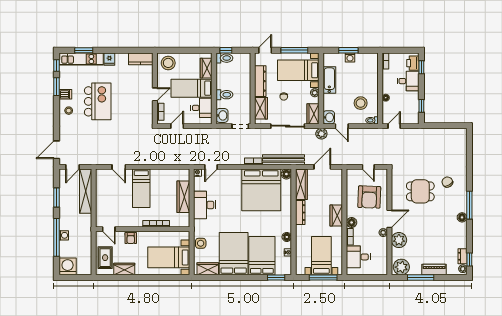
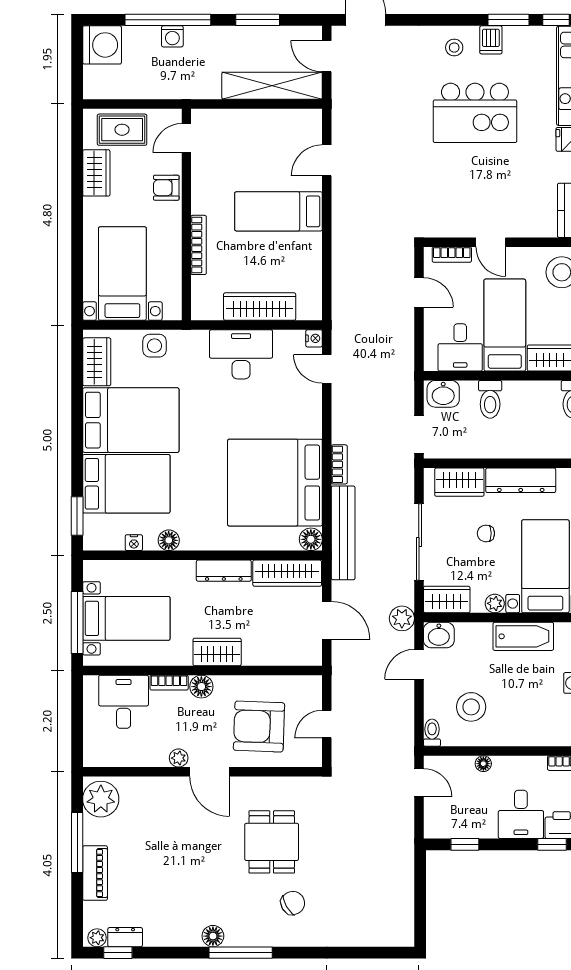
plant: (399, 240) -> (162, 794), removed

